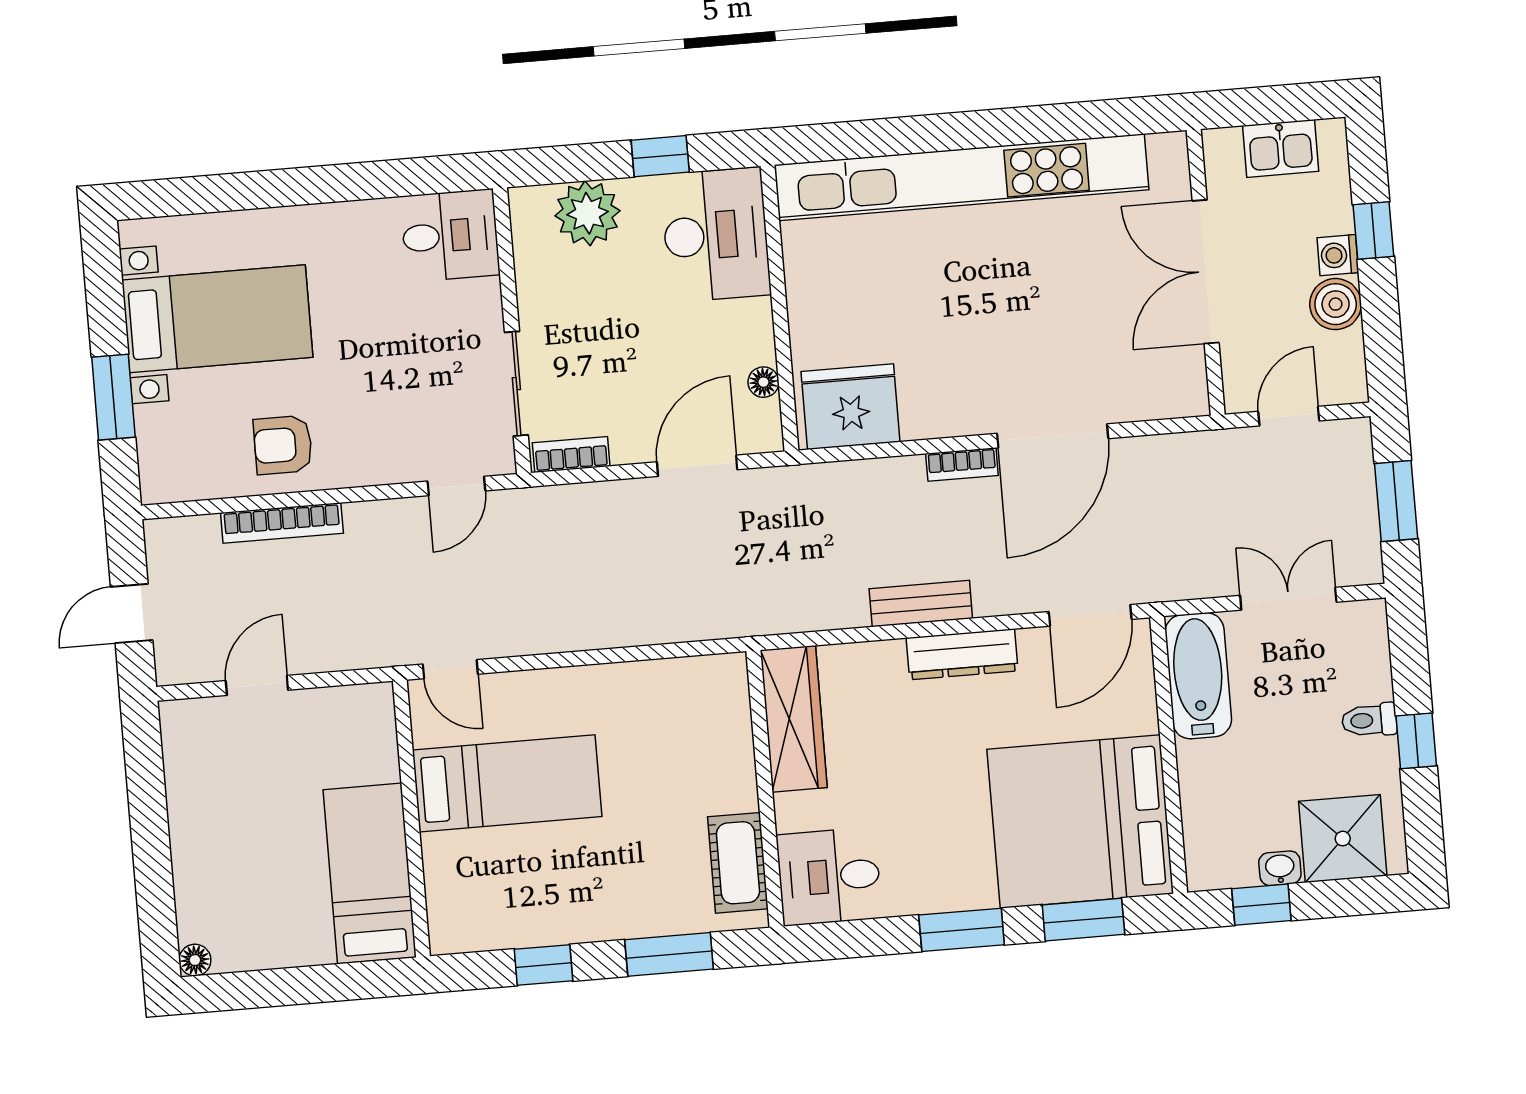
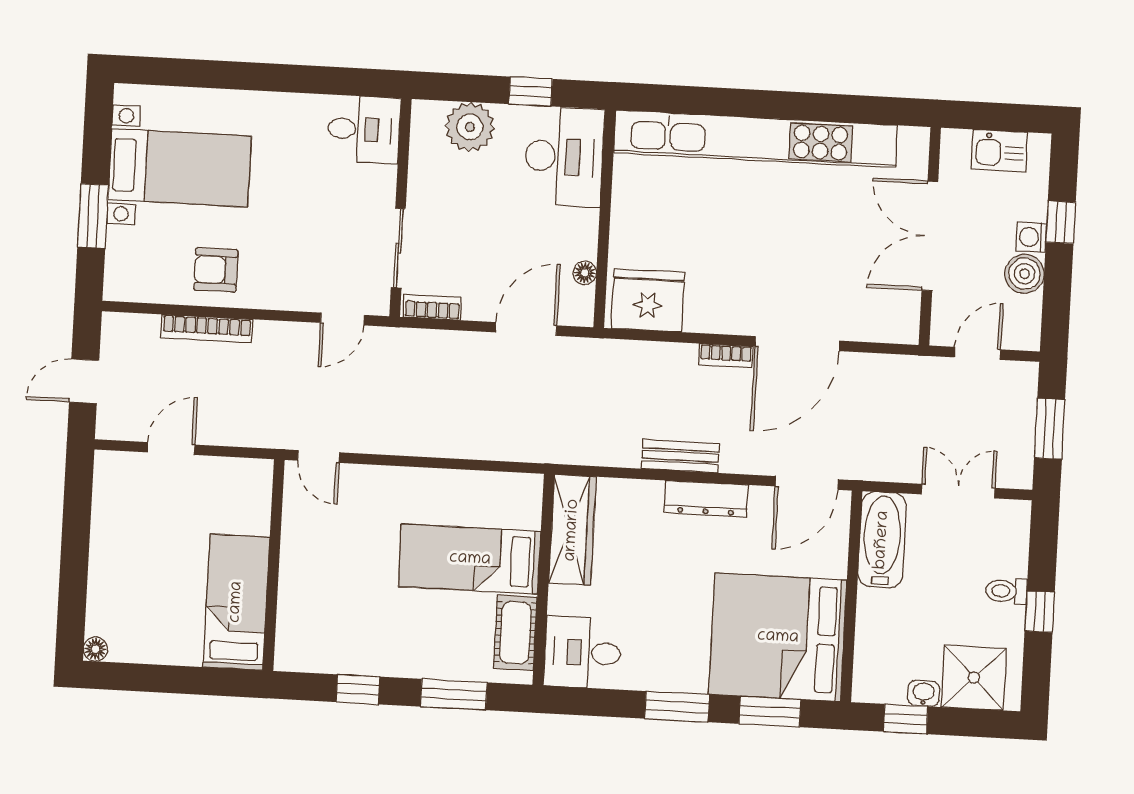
bed: (507, 783) -> (470, 559), moved, turned 180

